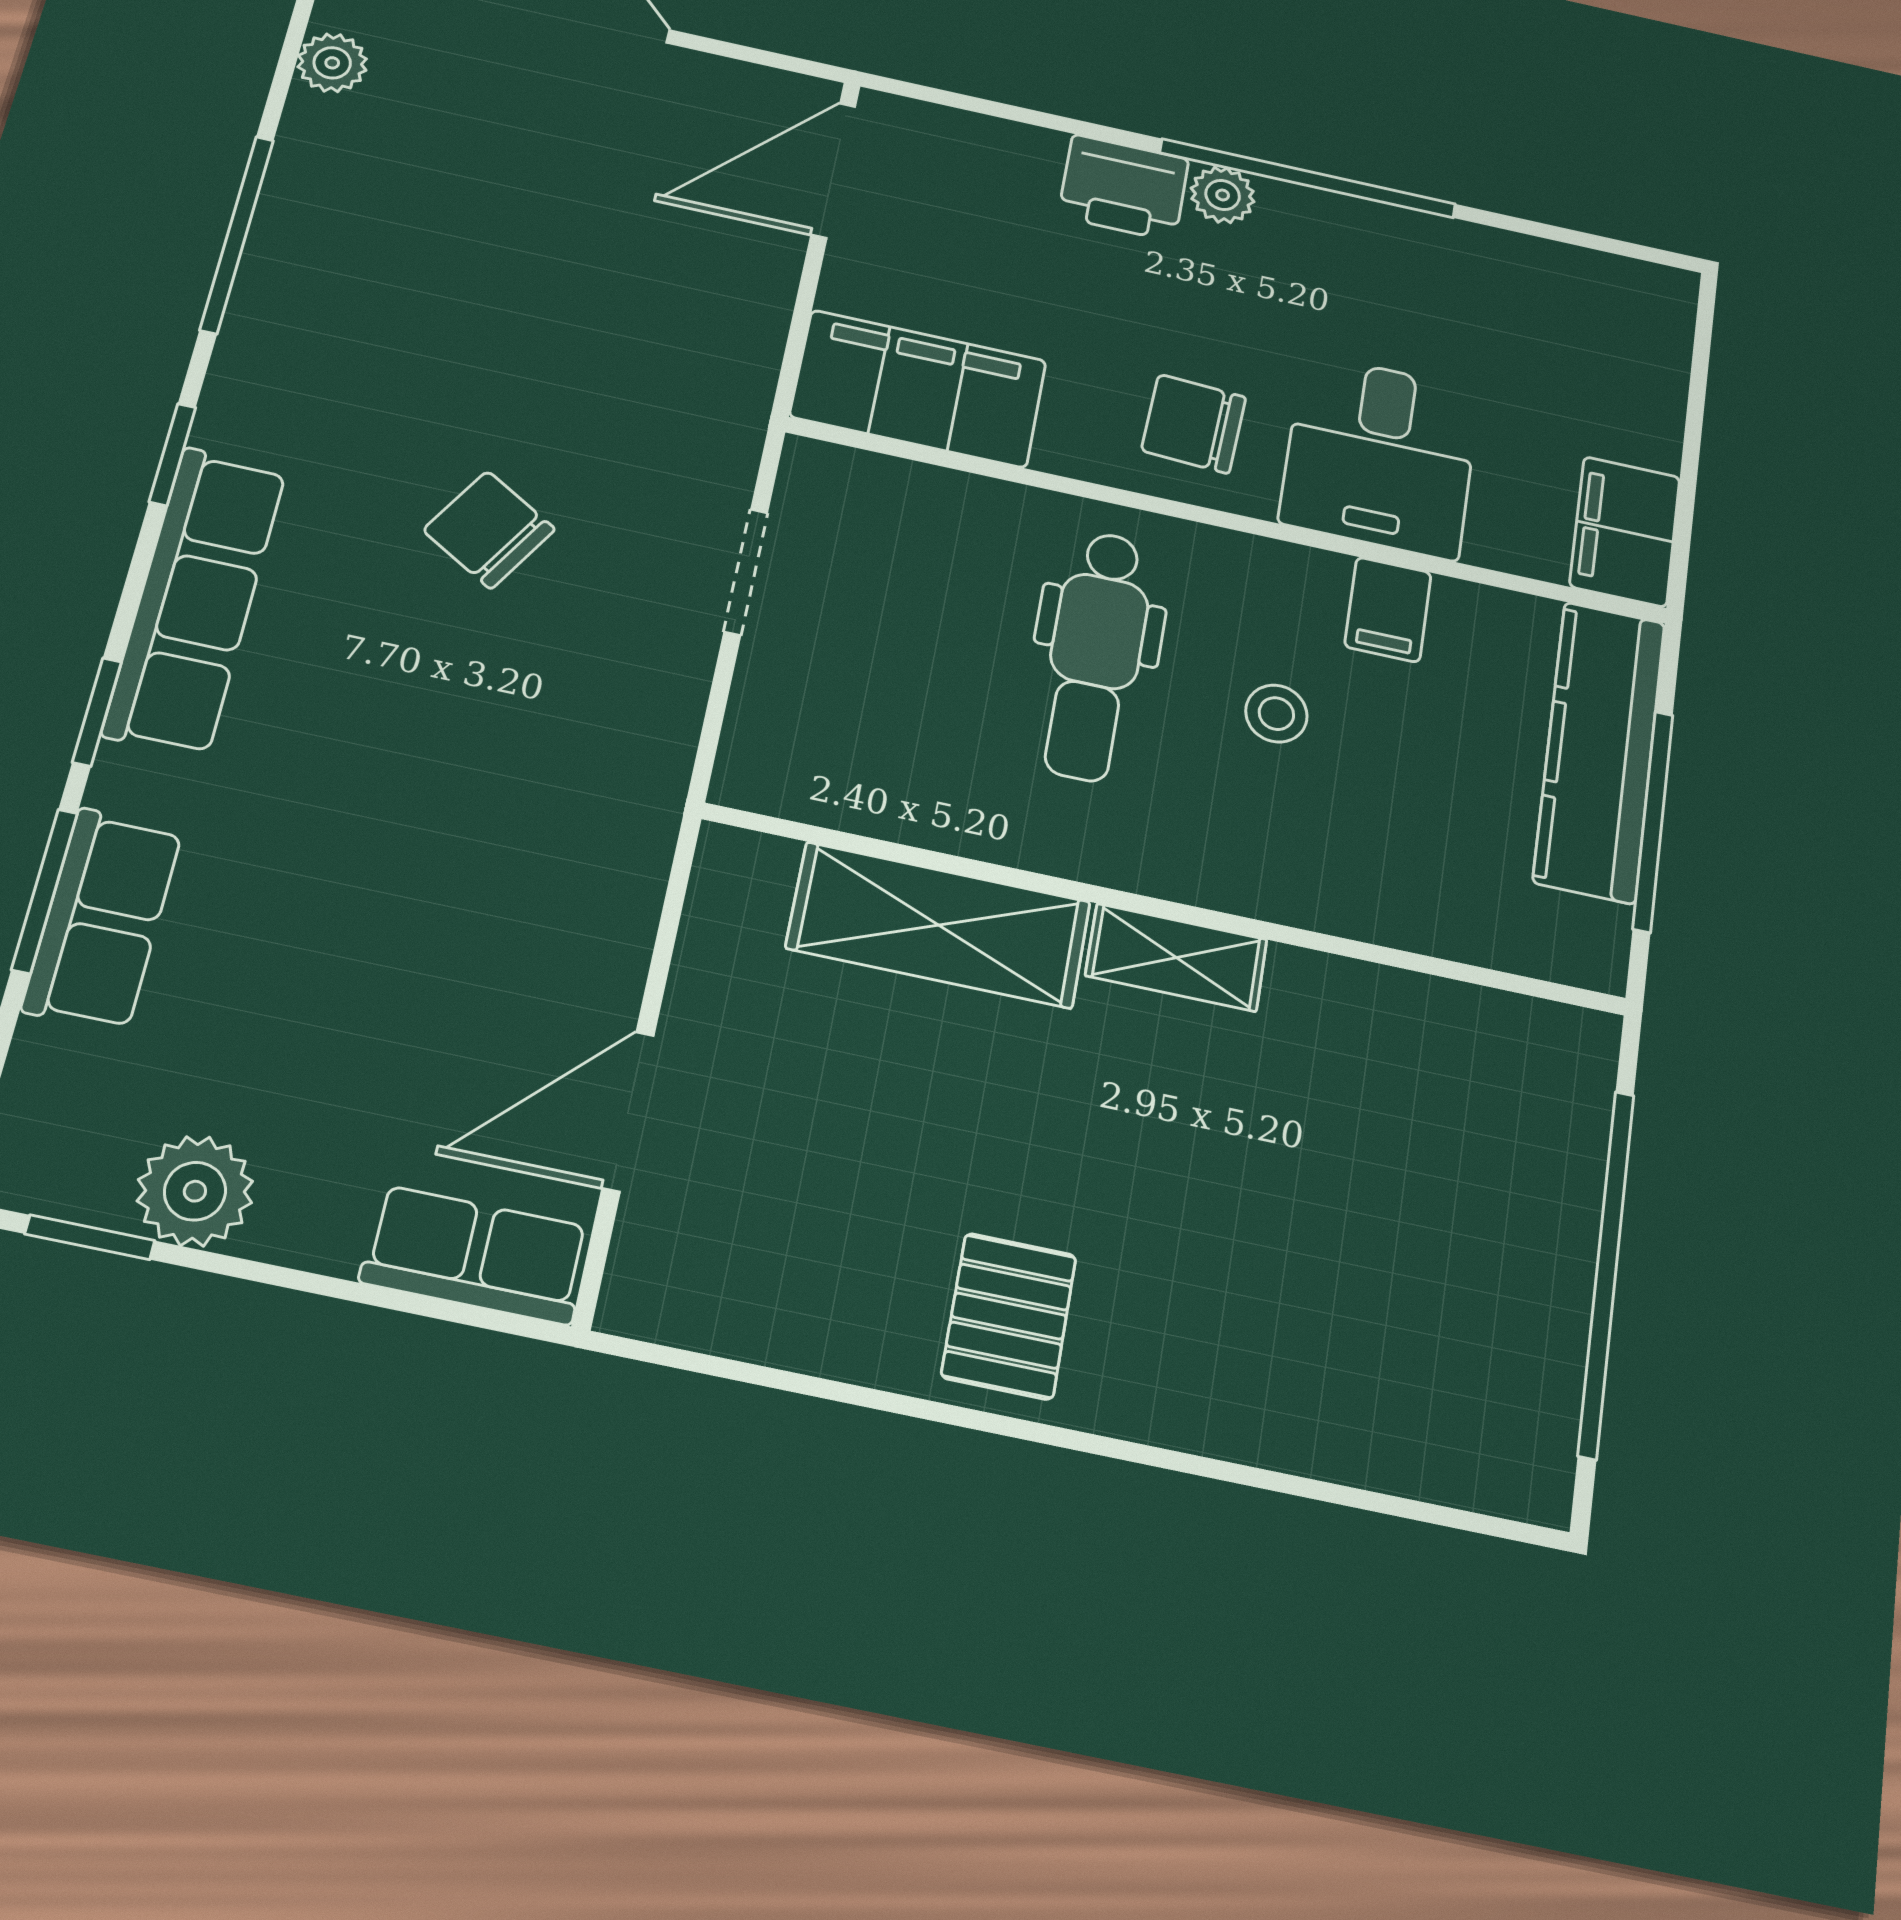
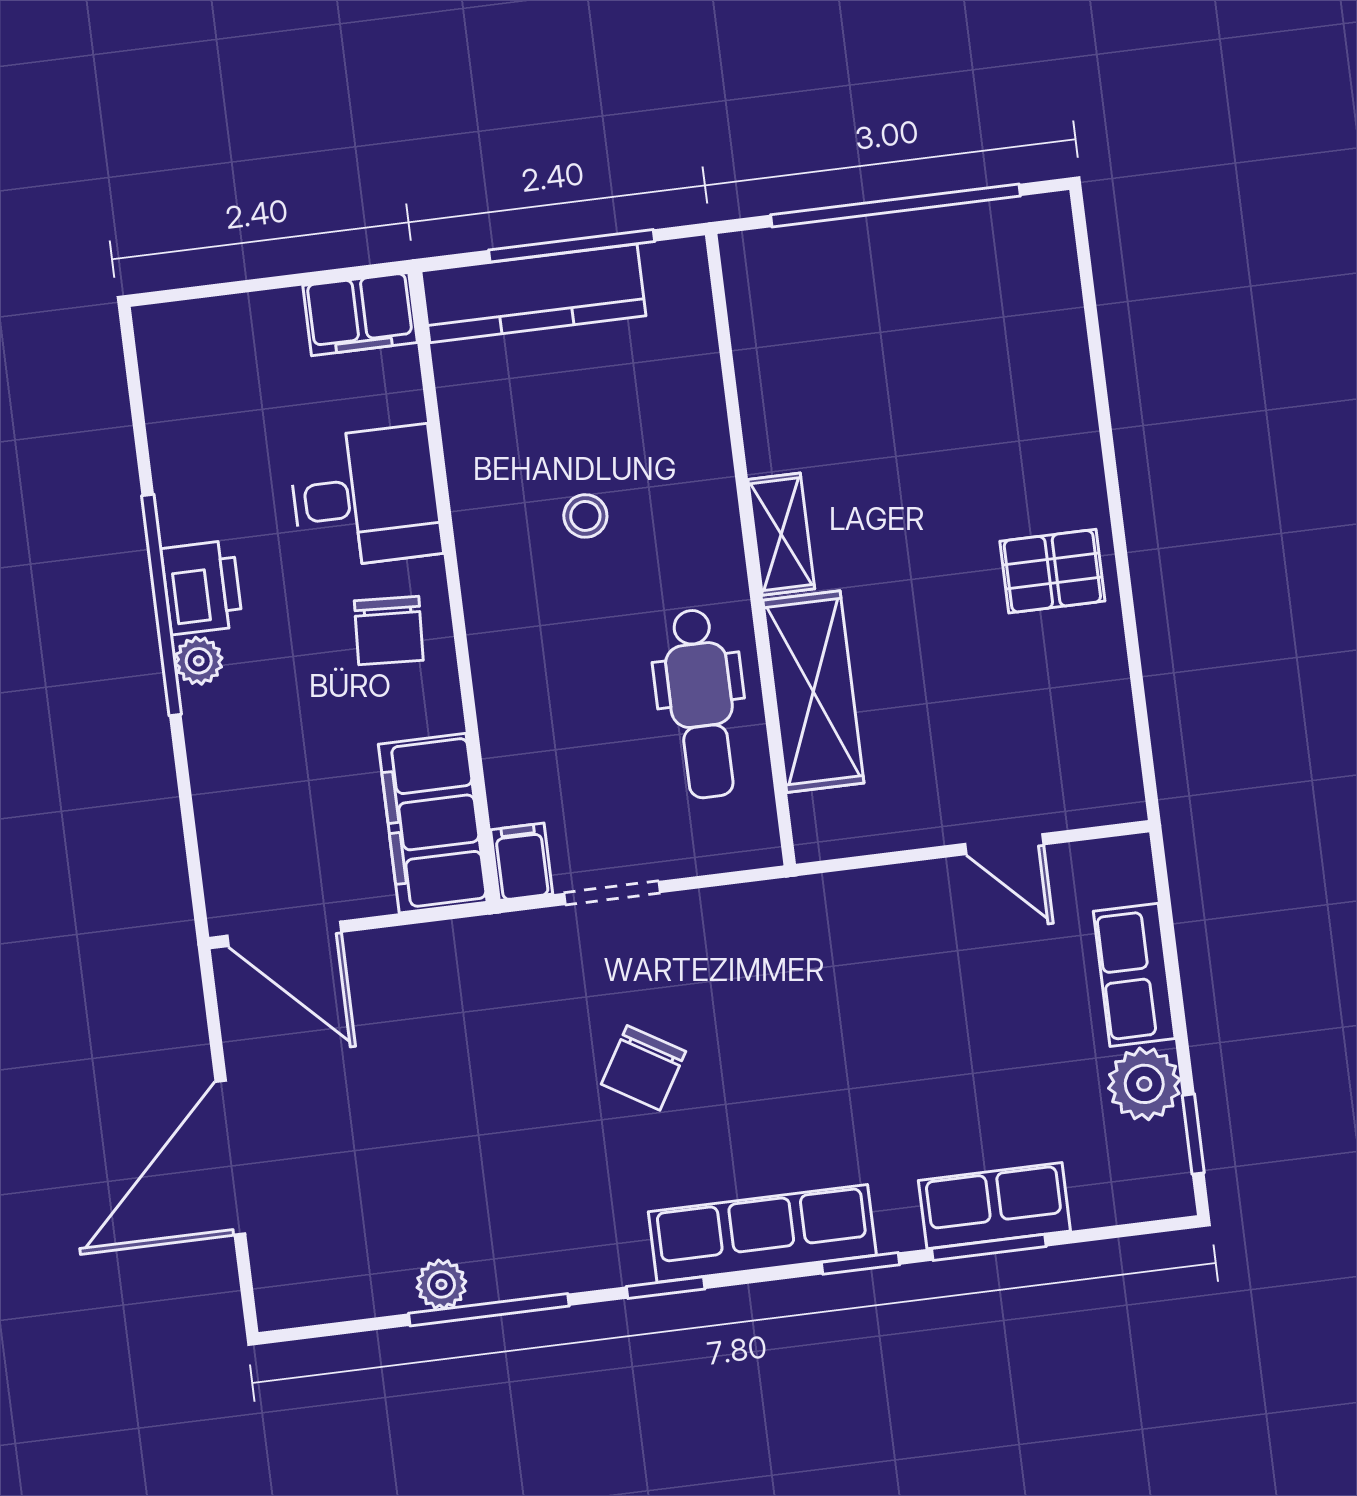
plant: (332, 63) -> (441, 1284), moved
printer: (1124, 188) -> (202, 587), moved
filing cabinet: (1388, 610) -> (522, 862), moved, turned -90
dental chair: (1095, 655) -> (701, 704), moved, turned 90
door: (628, 1111) -> (1004, 844), width x0.73
row of seats: (476, 1255) -> (1134, 975), moved

